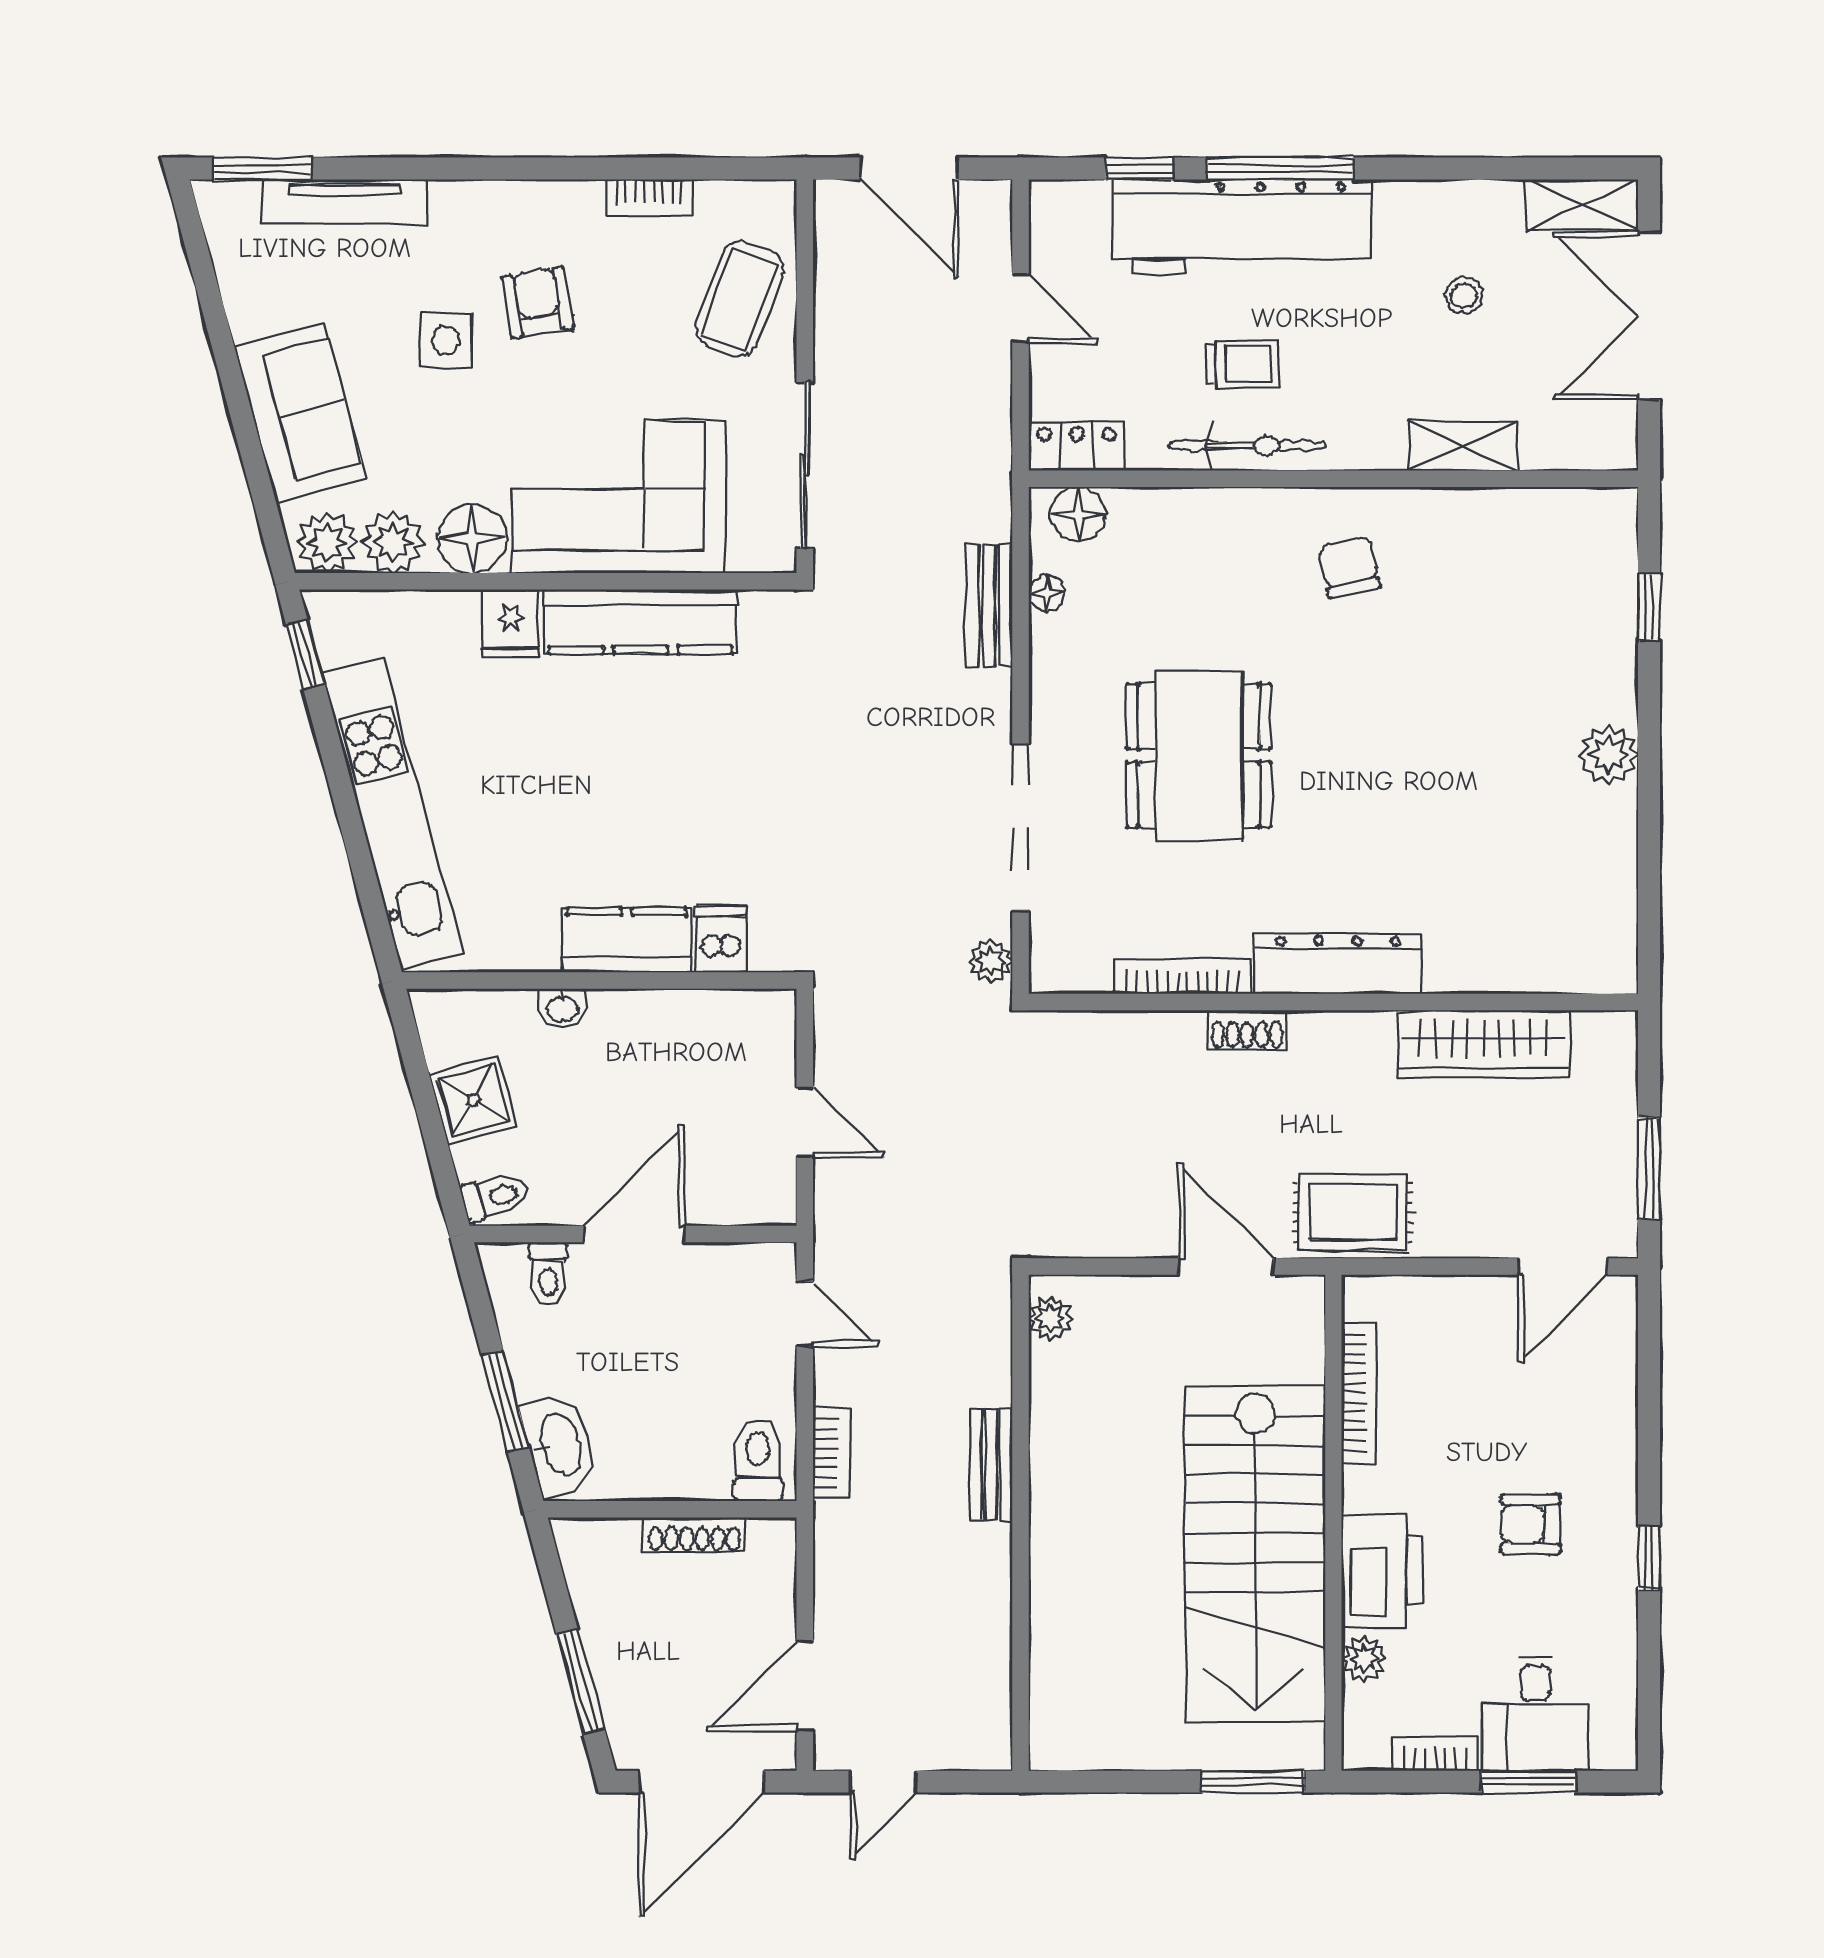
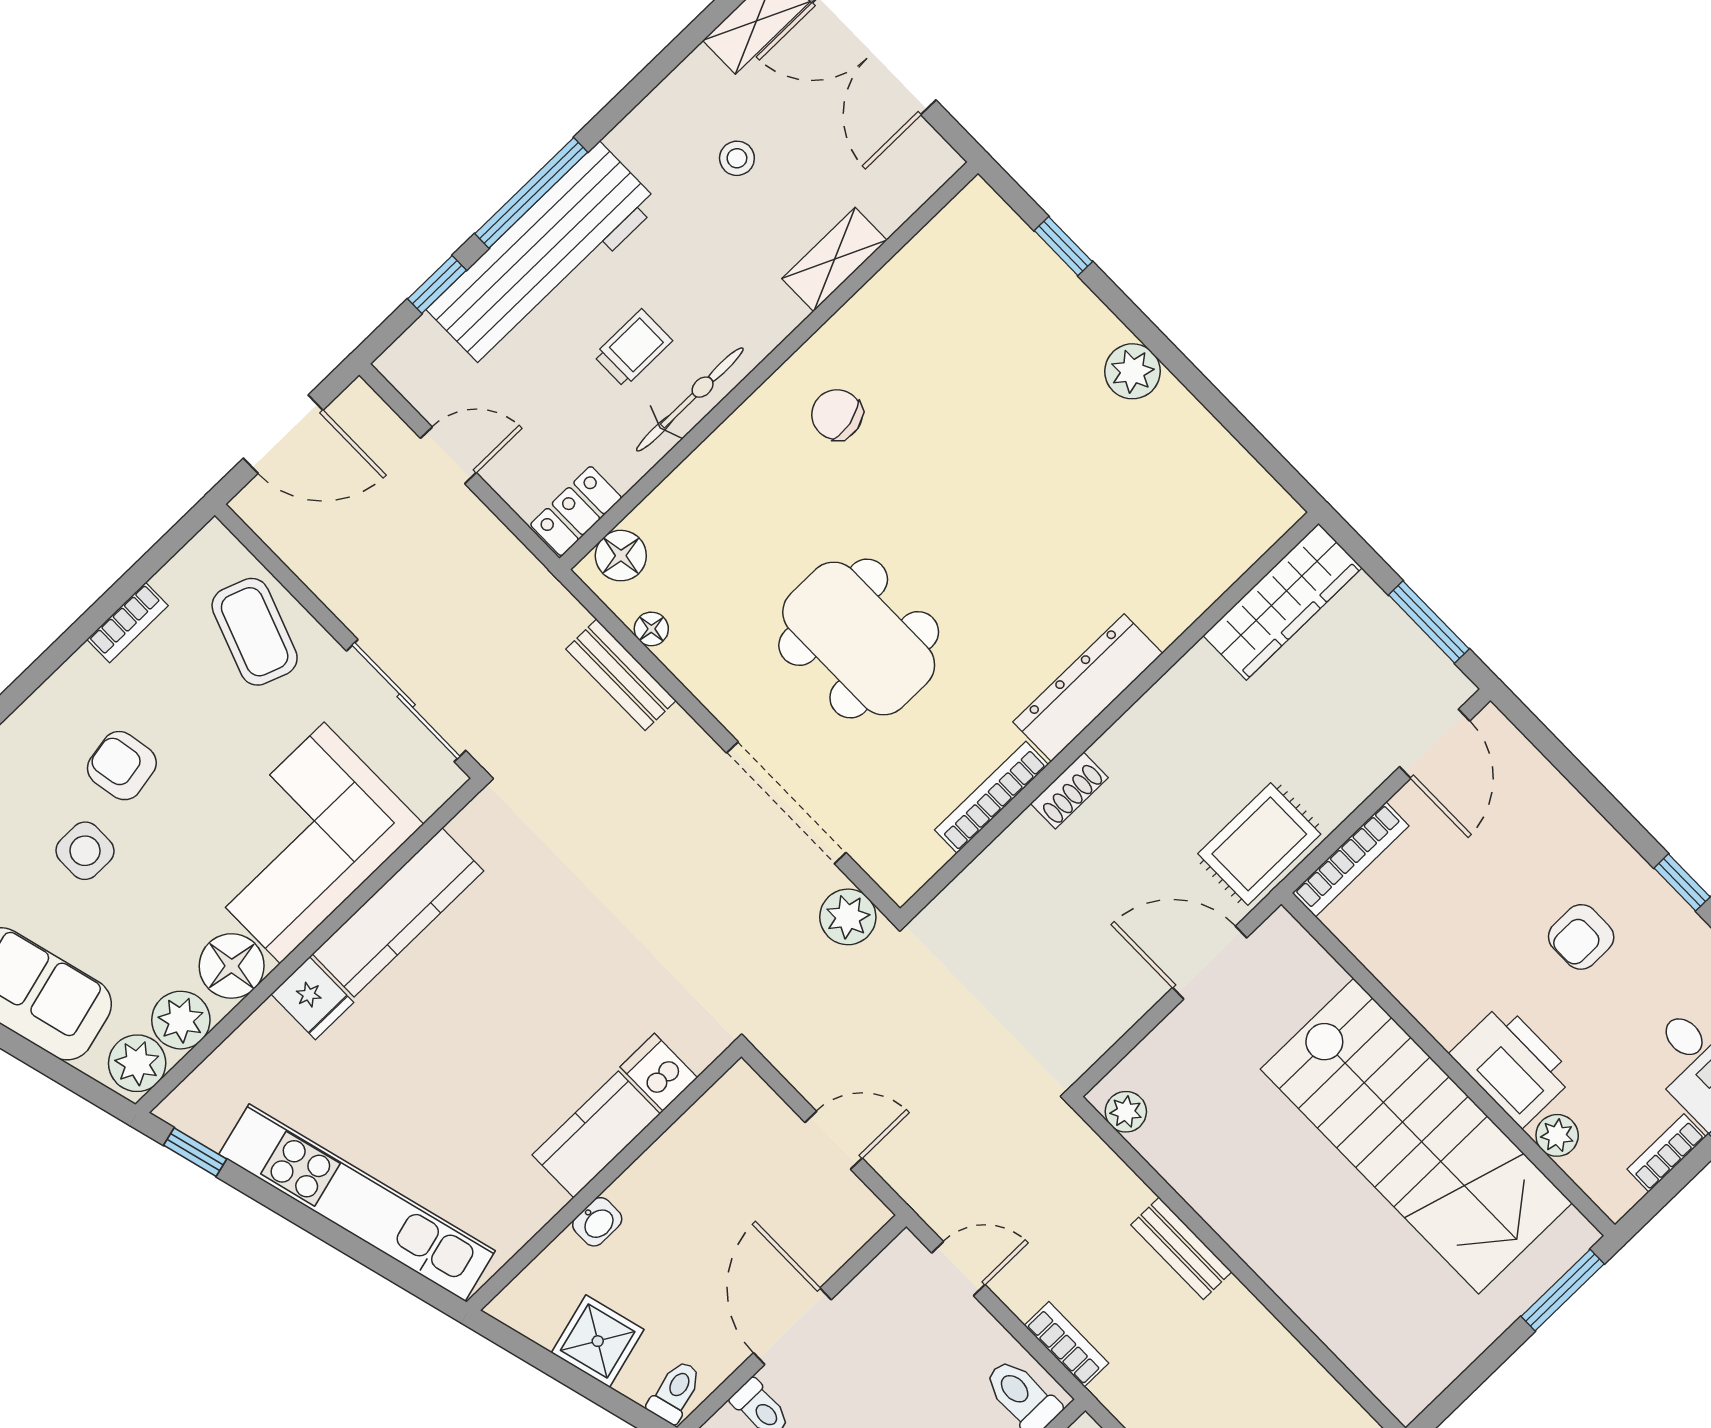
plant: (991, 961) -> (848, 917), width x1.38, depth x1.38
wardrobe: (1484, 1044) -> (1282, 602), moved
bookcase: (1359, 1393) -> (1351, 859), moved, turned 90

